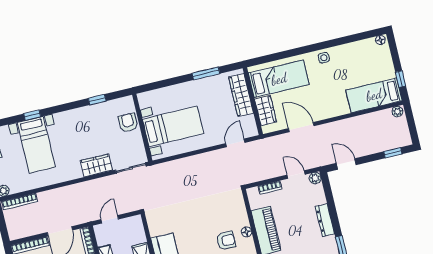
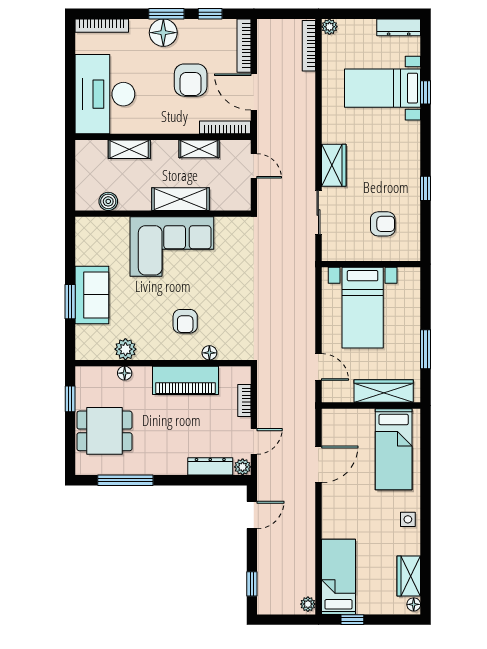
wardrobe: (266, 111) -> (409, 576), moved, turned 90
bed with nightstands: (173, 126) -> (363, 308), moved
wall: (142, 128) -> (371, 264), moved
dresser: (325, 220) -> (210, 466), moved
floor lamp: (247, 232) -> (209, 353), moved

